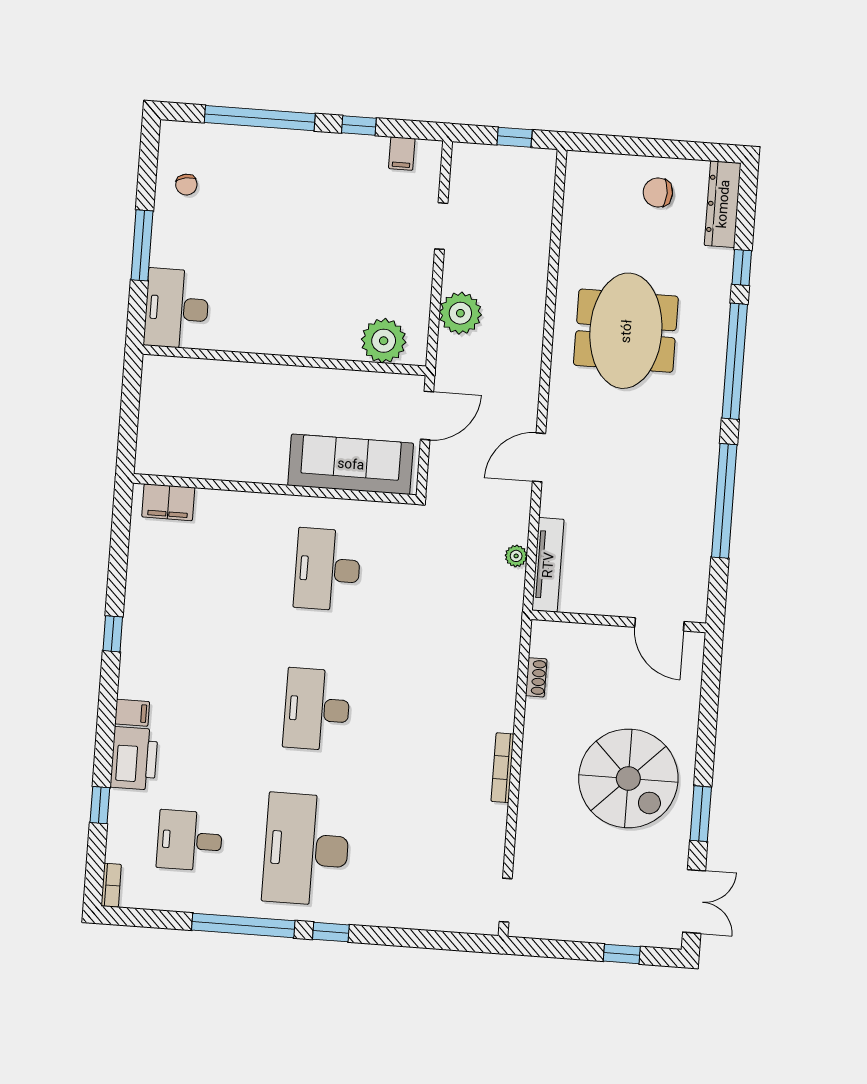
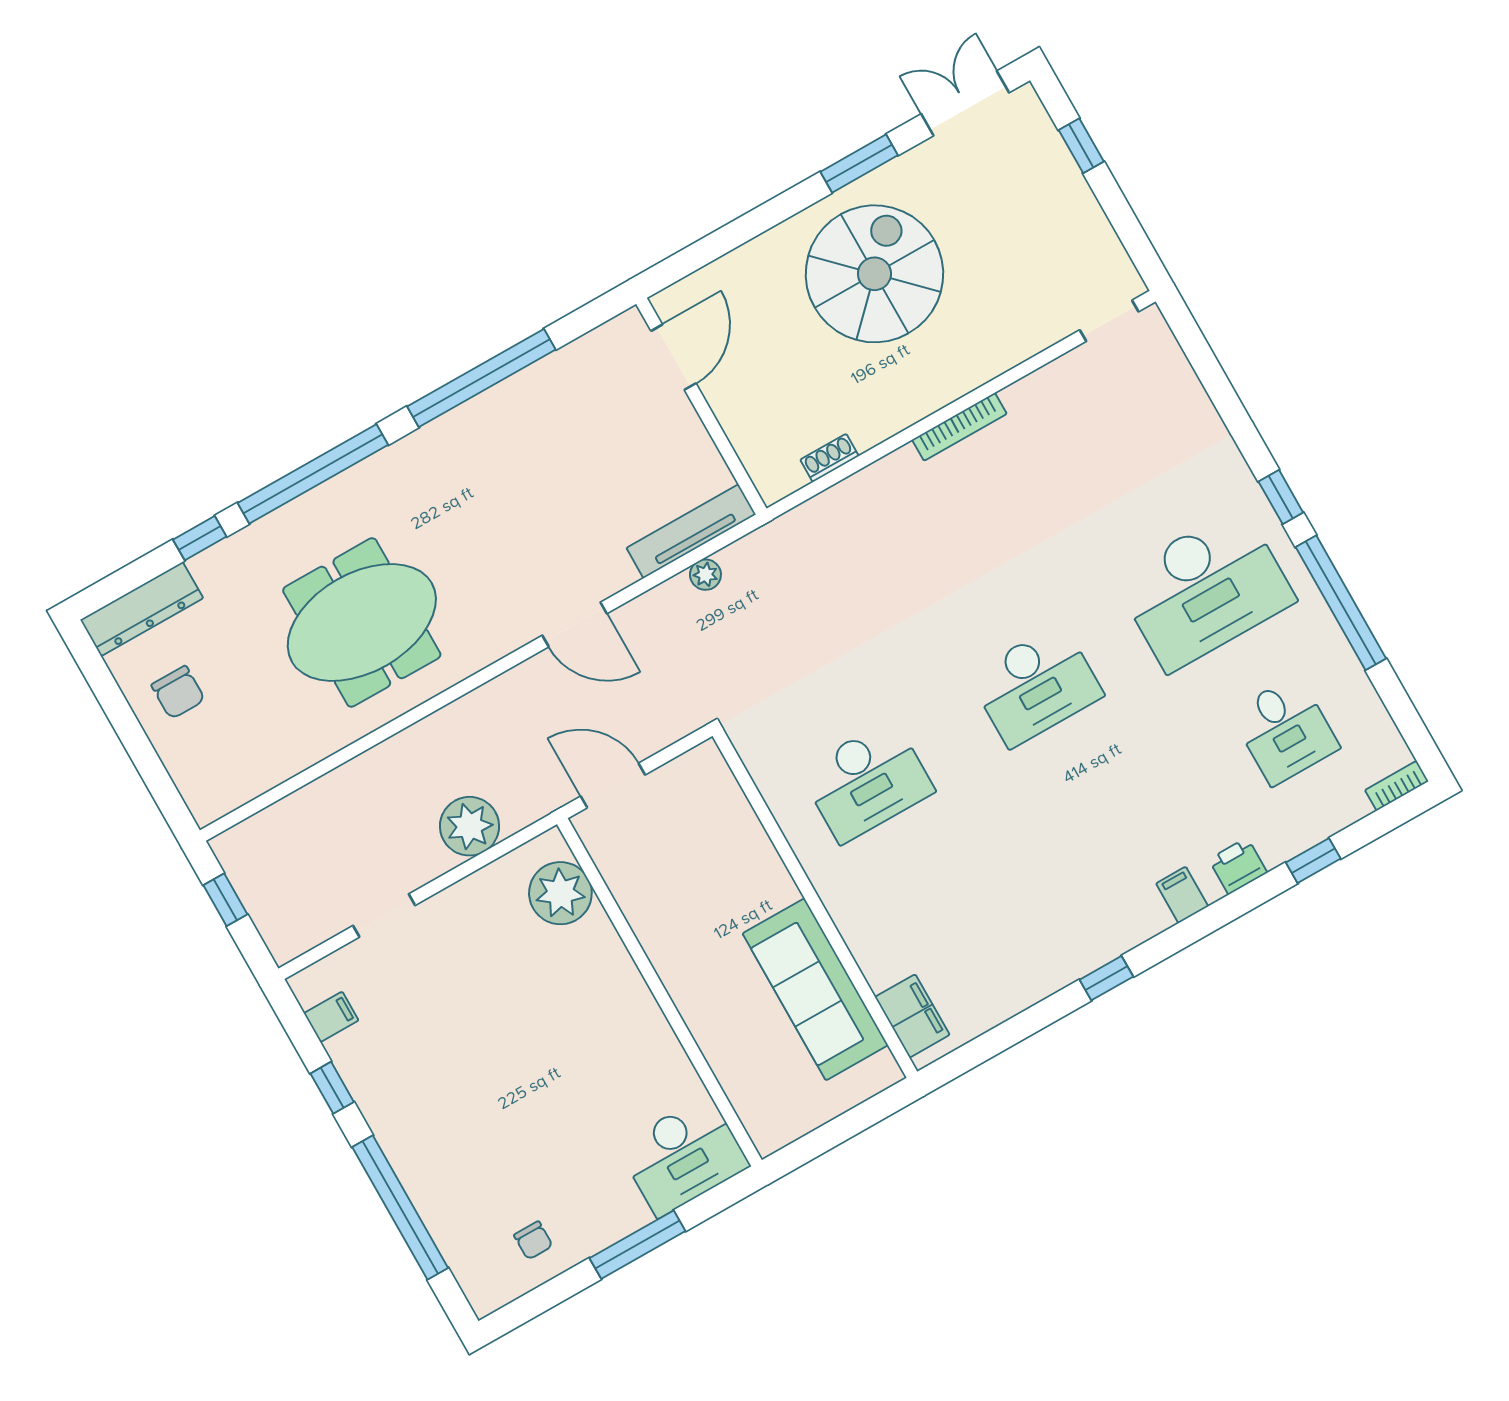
chair: (186, 185) -> (533, 1240), turned 101
sofa: (351, 464) -> (815, 989), moved
printer: (134, 758) -> (1238, 866), width x0.53, depth x0.68

